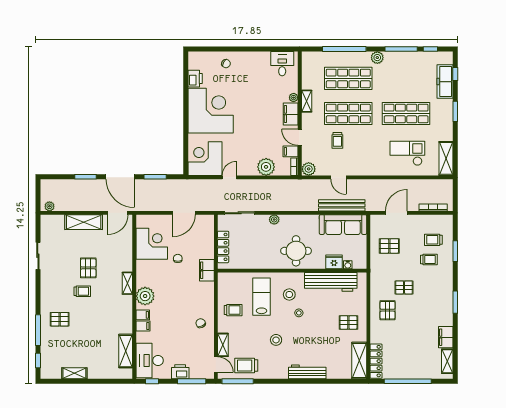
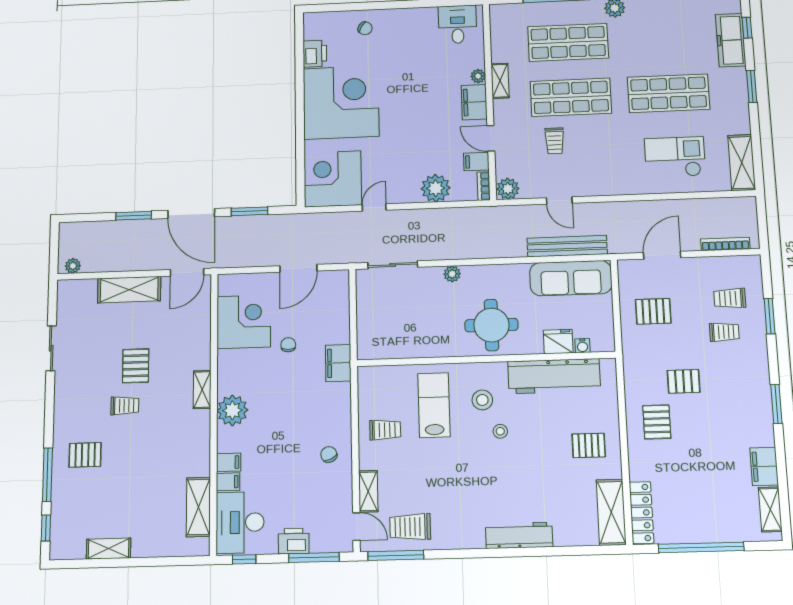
locker: (223, 247) -> (366, 323), removed
filing cabinet: (143, 315) -> (228, 482), moved
stool: (276, 340) -> (462, 480), removed

